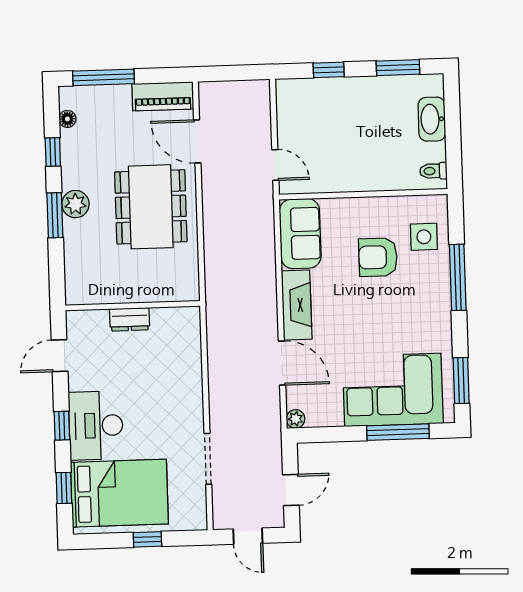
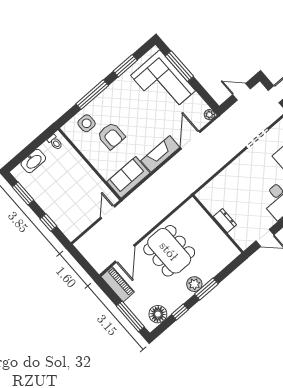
floor lamp: (67, 119) -> (158, 314), width x1.89, depth x1.89
dining table: (151, 207) -> (169, 251), turned 90
window: (461, 381) -> (125, 66), moved

